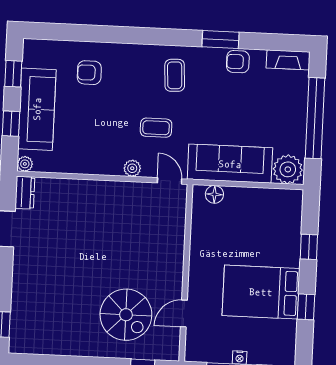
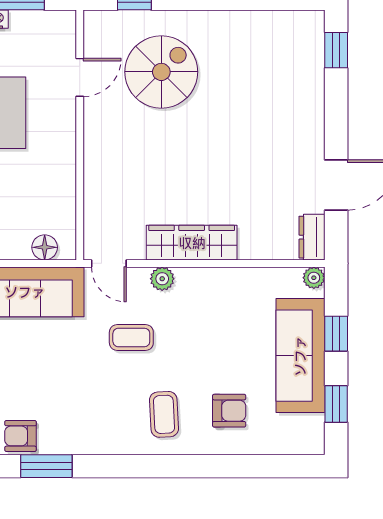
armchair: (238, 62) -> (21, 436), turned 180
coffee table: (175, 75) -> (164, 414), moved
wardrobe: (110, 193) -> (192, 243), added
spiral stairs: (126, 315) -> (161, 72), turned 90

